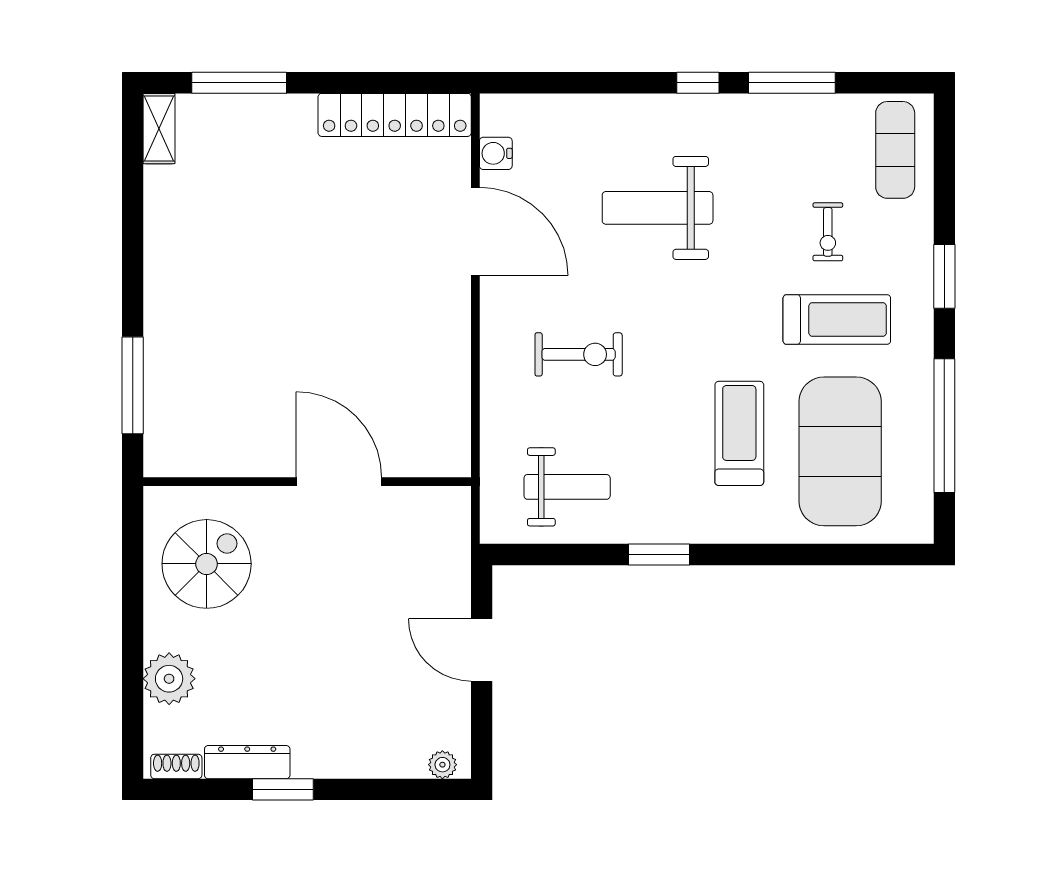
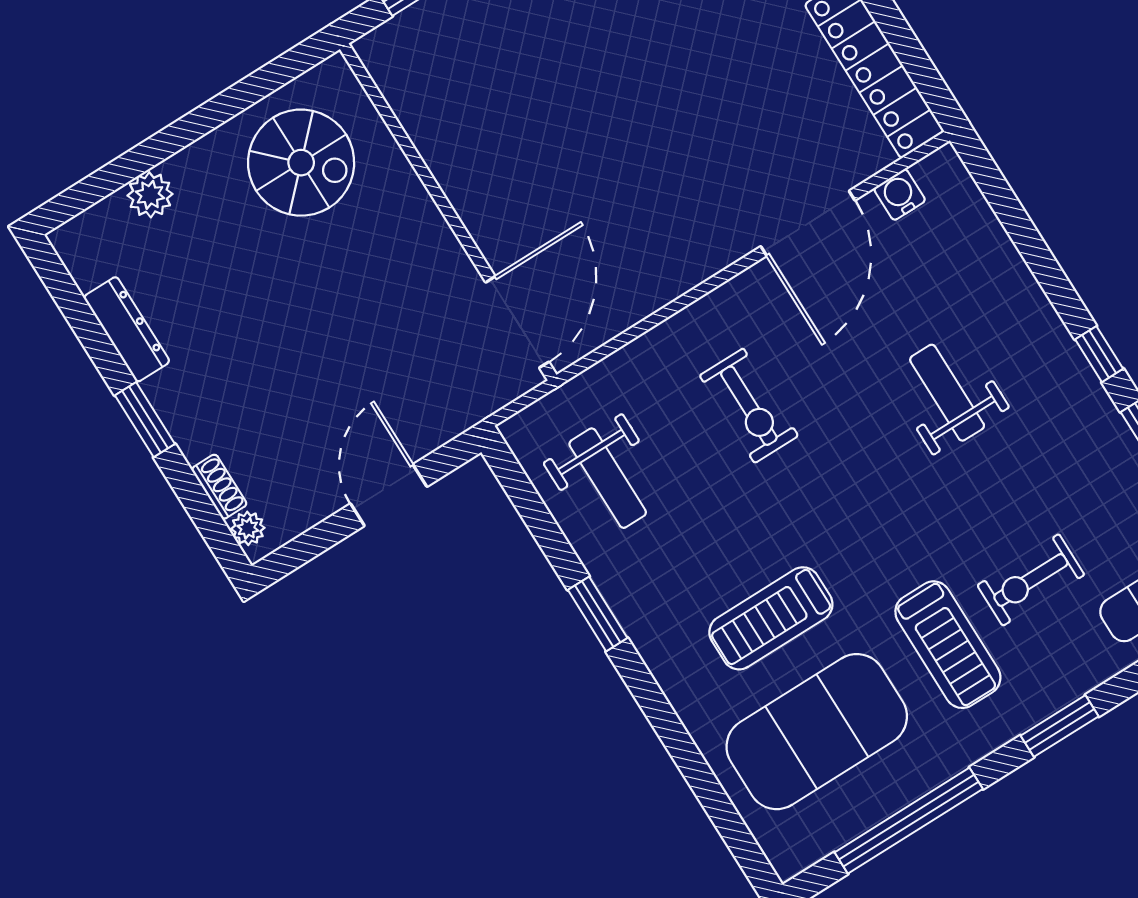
weight bench: (658, 208) -> (947, 393), width x0.73, depth x0.75
exercise bike: (828, 232) -> (1031, 580), width x1.38, depth x1.39
treadmill: (739, 433) -> (771, 618), turned 180
door: (339, 482) -> (517, 322), moved
plant: (169, 679) -> (150, 195), width x0.73, depth x0.73
shoe rack: (176, 766) -> (219, 487), moved
window: (283, 789) -> (145, 420), moved

